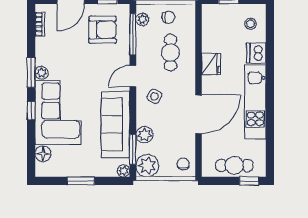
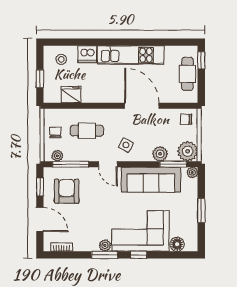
fridge: (211, 64) -> (71, 94), moved

